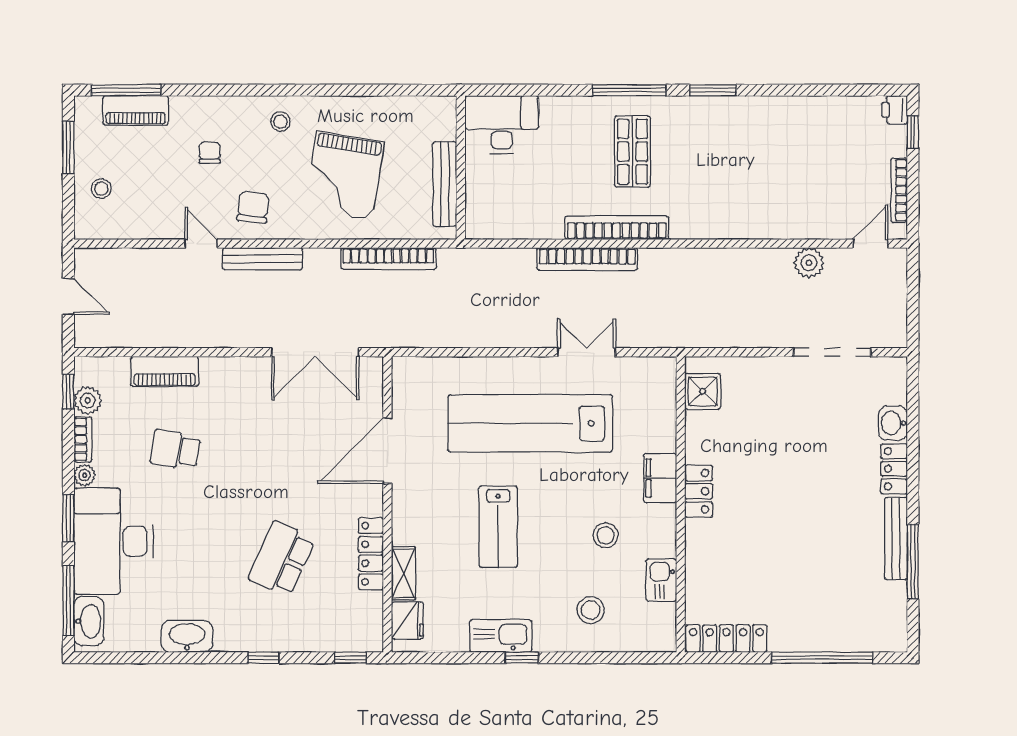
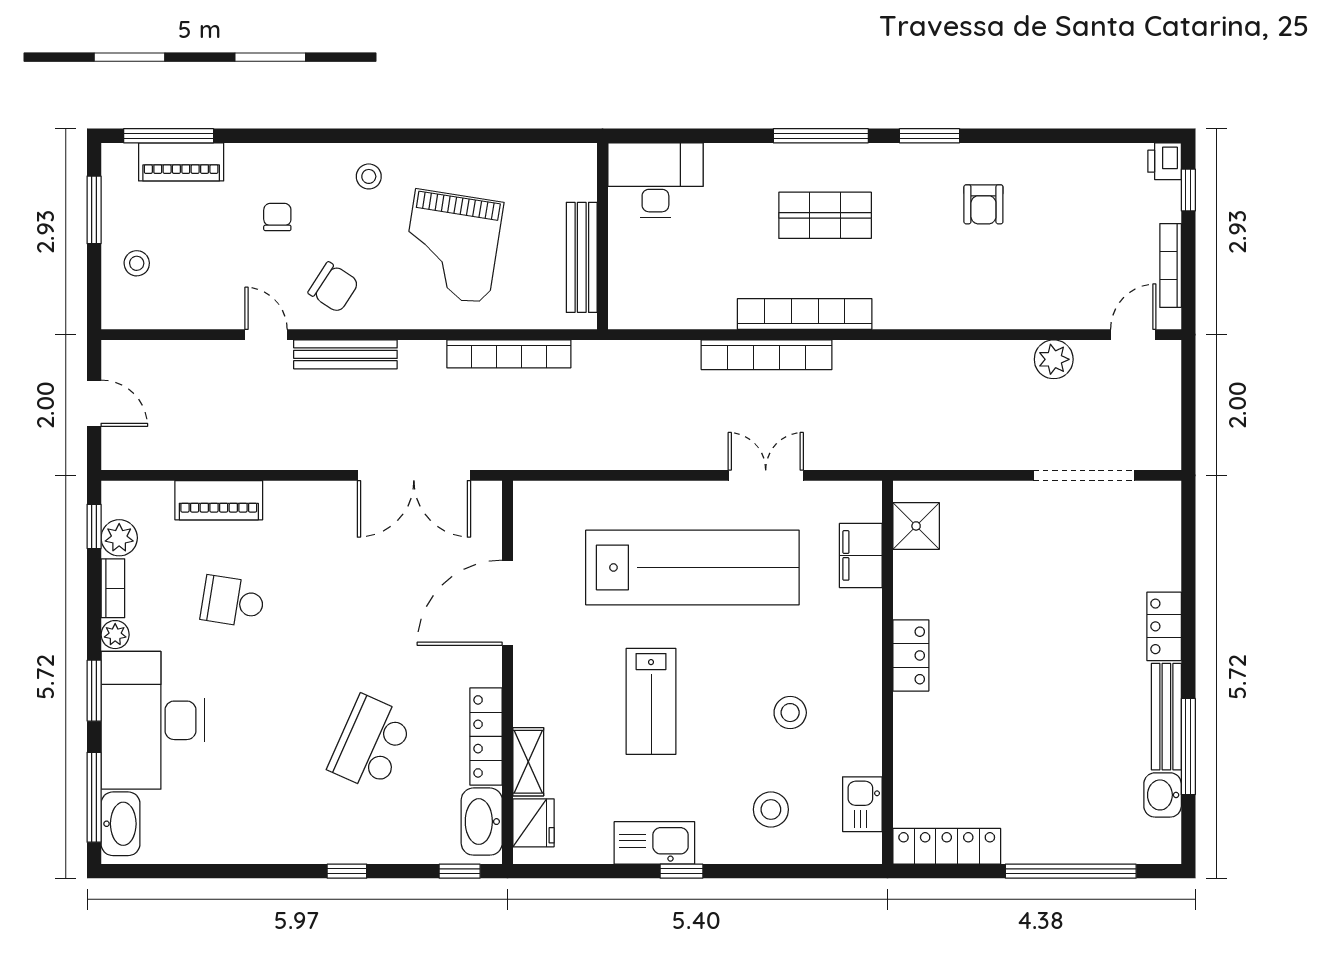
armchair: (755, 143) -> (983, 204), added
shop shelf: (633, 152) -> (825, 215), turned 90
chair: (253, 207) -> (334, 287), turned 116
lab bench: (530, 423) -> (692, 567), turned 180
washbasin: (893, 423) -> (1163, 795), moved
filing cabinet: (660, 478) -> (861, 555), moved
kitchen sink: (661, 580) -> (862, 804), moved
washbasin: (187, 636) -> (482, 822), moved, turned -90

